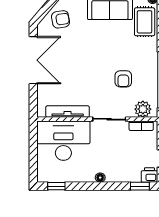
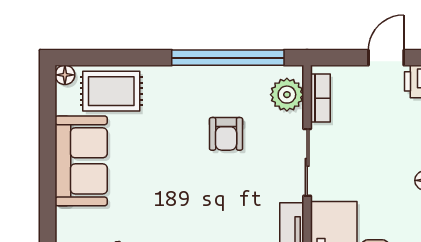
armchair: (123, 79) -> (226, 134), turned 90

